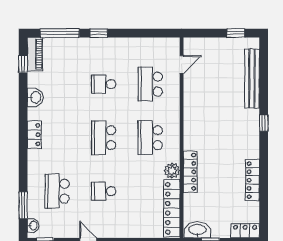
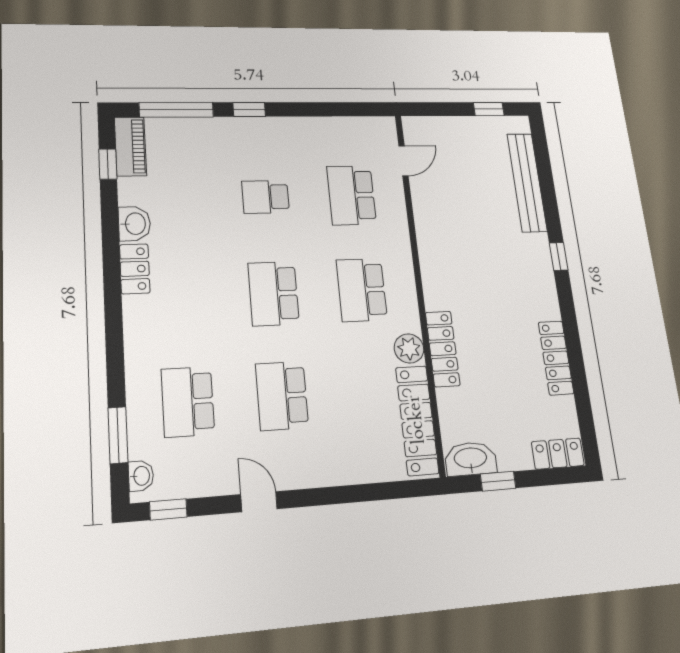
locker: (34, 135) -> (135, 269), moved
school desk: (104, 191) -> (282, 396), width x1.85

